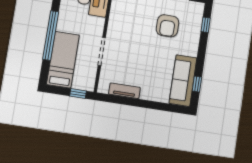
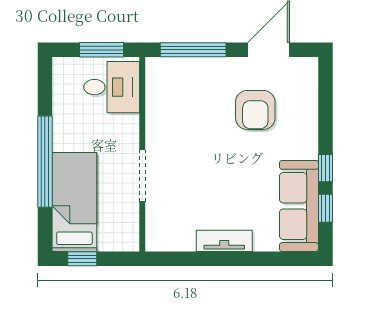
window: (206, 25) -> (325, 168), moved
tv unit: (124, 91) -> (224, 241), moved
window: (78, 93) -> (82, 259), moved

